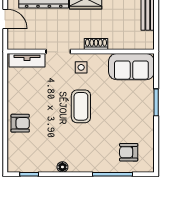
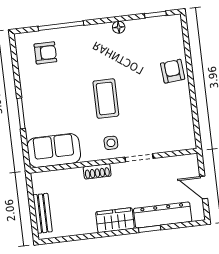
tv unit: (27, 60) -> (173, 144), removed
armchair: (20, 123) -> (173, 71), turned 85

